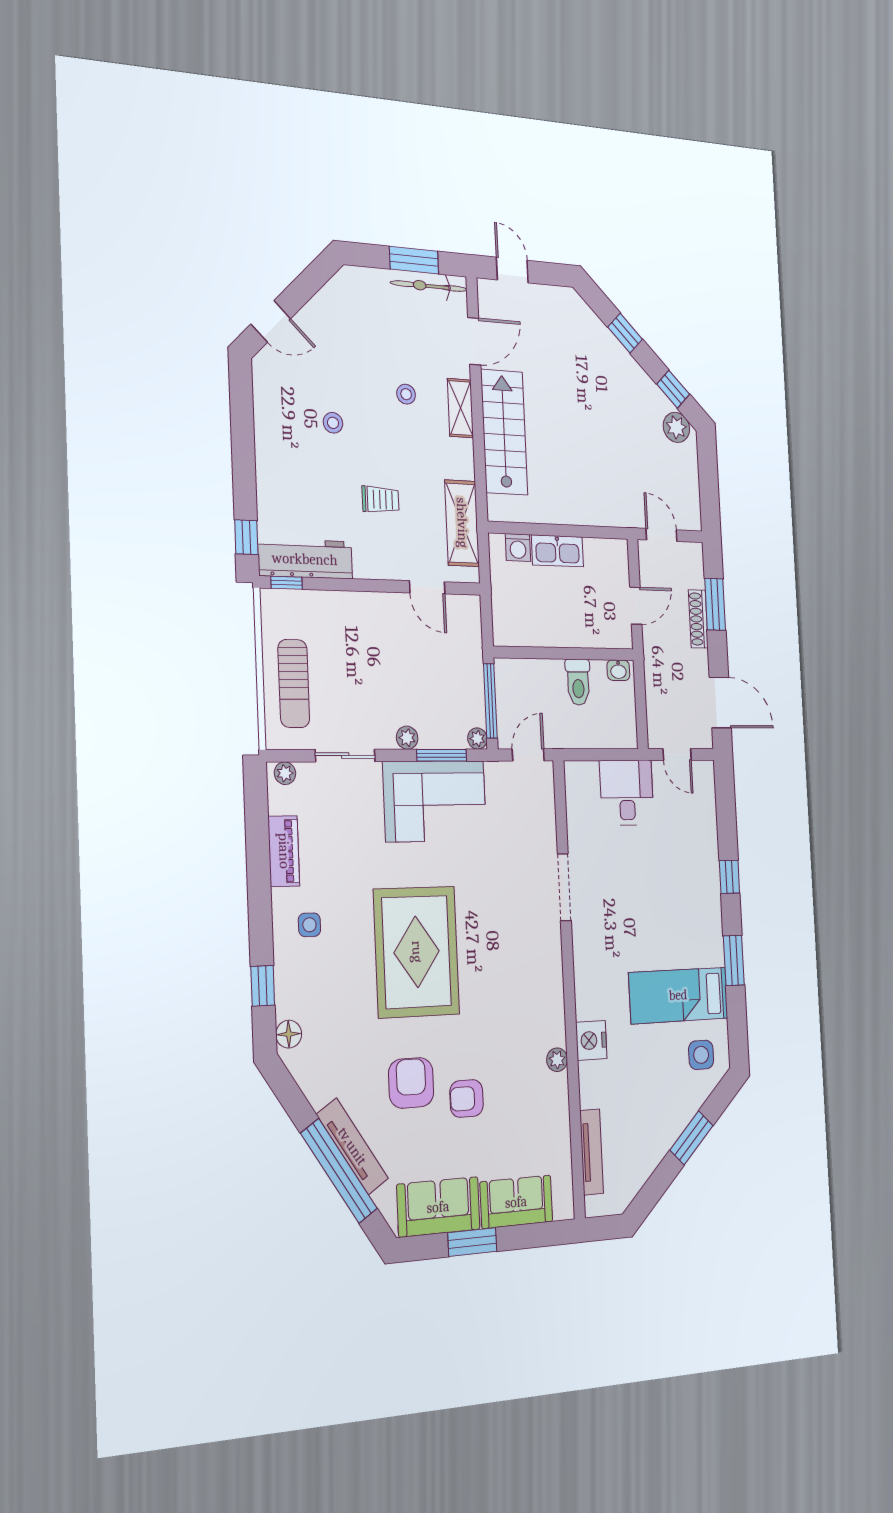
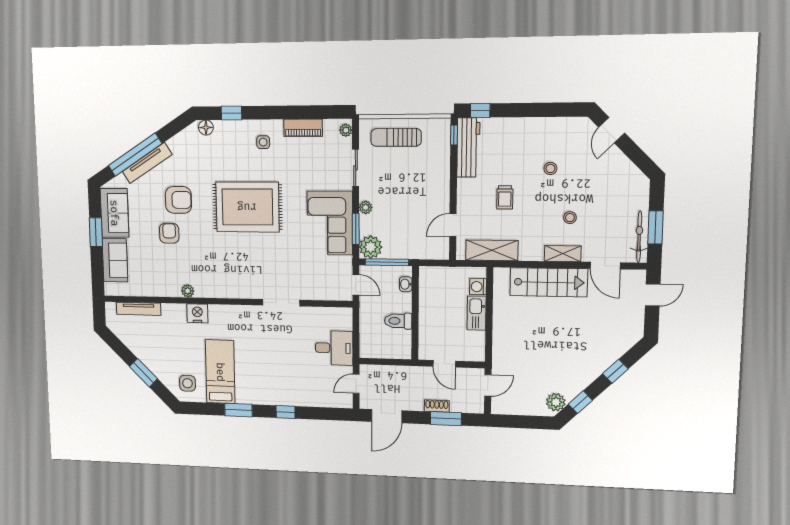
shoe rack: (698, 619) -> (437, 406), width x0.70
washbasin: (618, 670) -> (406, 284), moved
plant: (477, 739) -> (371, 247), width x1.87, depth x1.87

